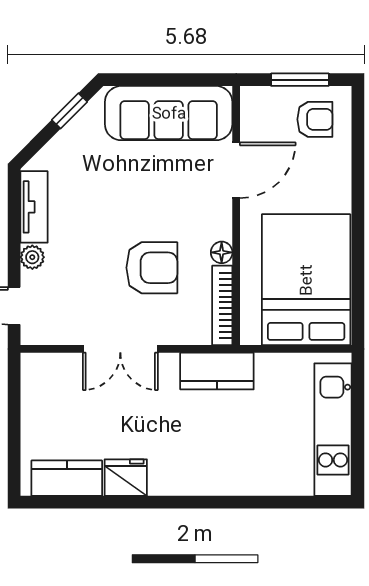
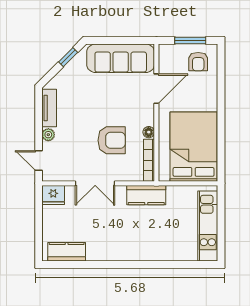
armchair: (315, 119) -> (198, 62), turned 90
fridge: (126, 478) -> (53, 195), moved, turned 180

